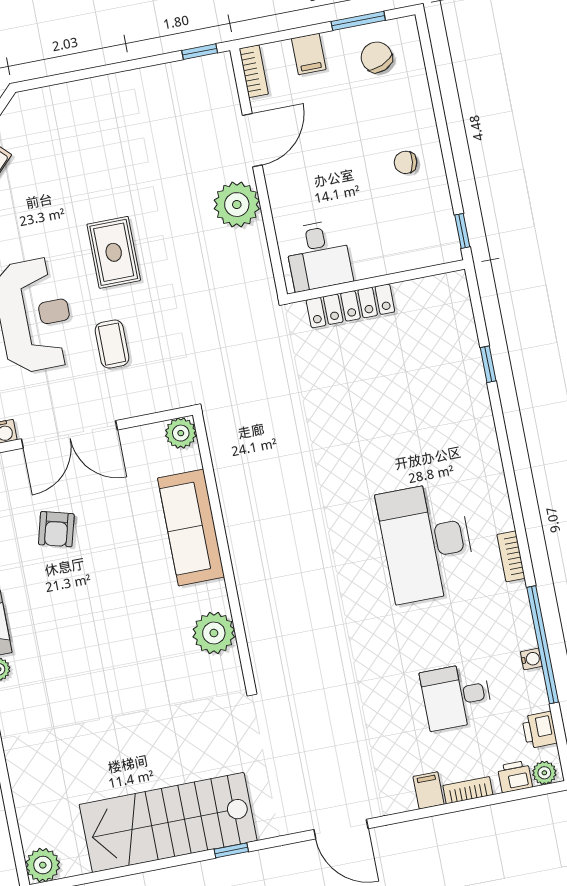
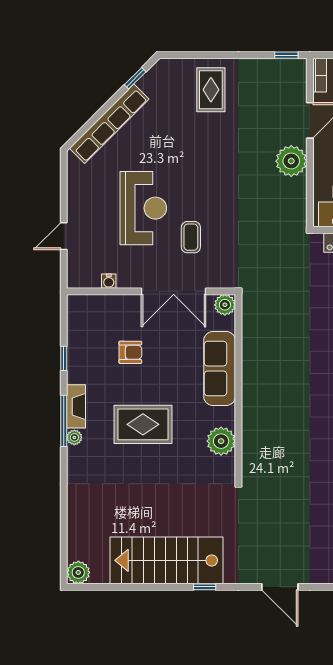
rug: (114, 252) -> (211, 90), moved
double door: (69, 434) -> (174, 291), moved
armchair: (56, 529) -> (130, 352), turned -105
rug: (95, 631) -> (143, 424), added

